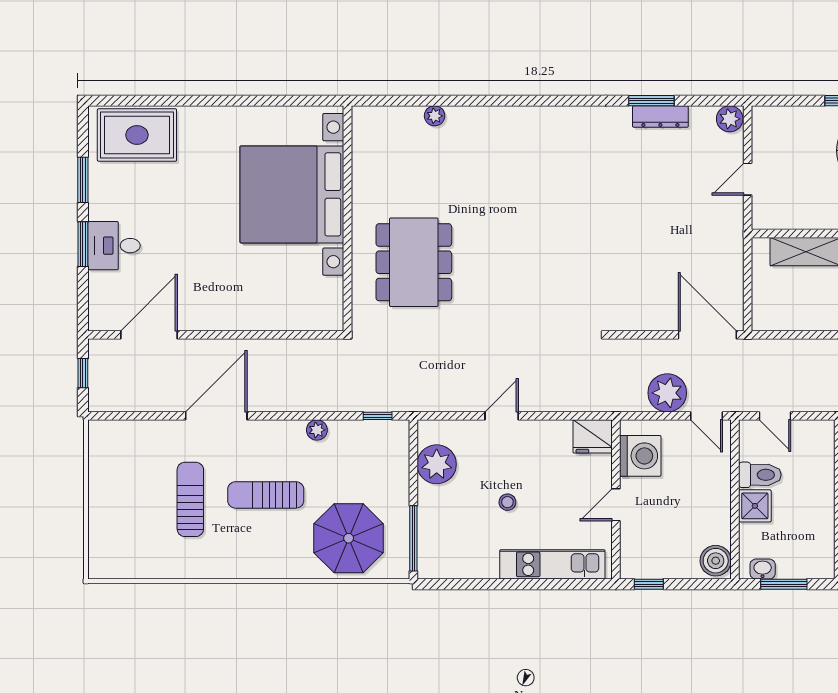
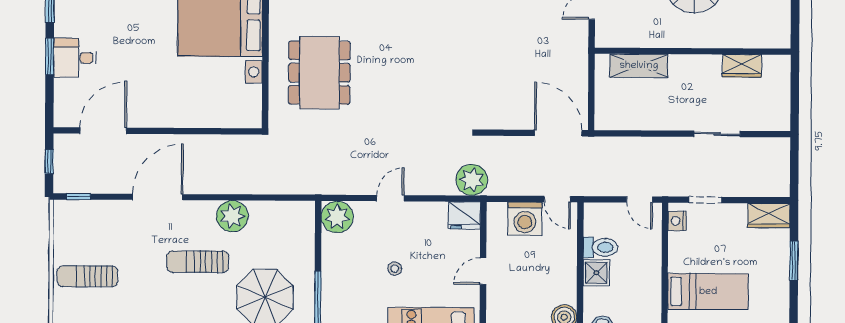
plant: (667, 393) -> (472, 180), moved
window: (378, 416) -> (79, 197), moved
door: (775, 416) -> (639, 200), moved
plant: (317, 430) -> (232, 216), width x1.88, depth x1.88
washing machine: (640, 456) -> (525, 219), moved, turned 90
plant: (437, 464) -> (337, 217), moved
sun lounger: (190, 499) -> (87, 276), moved, turned -90

